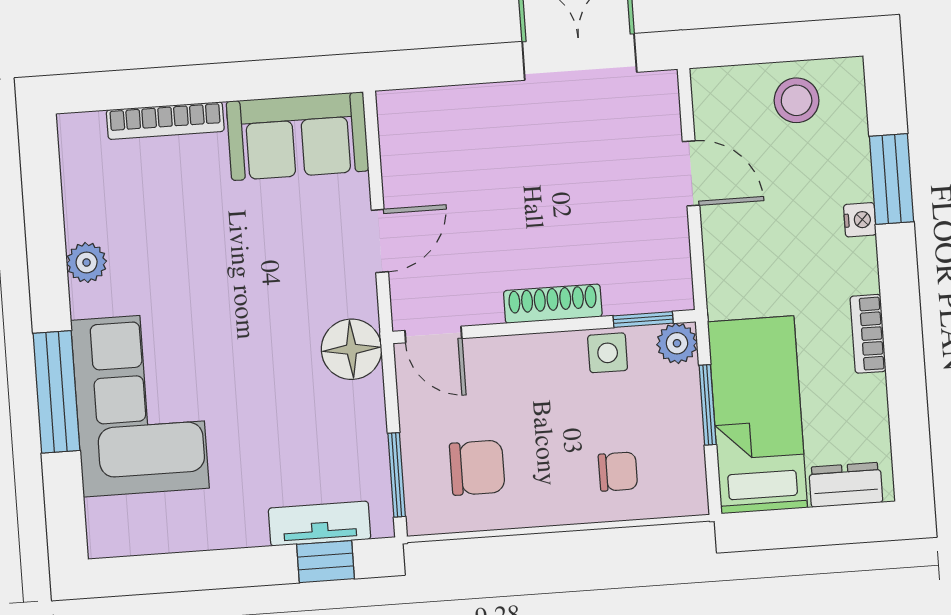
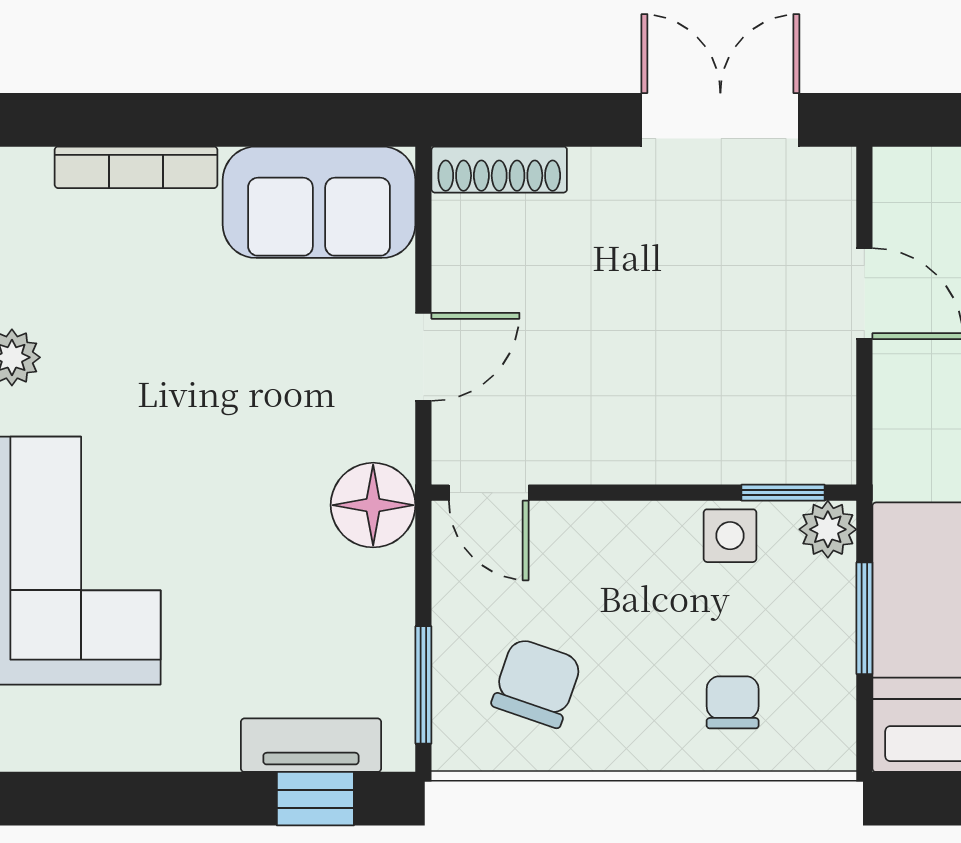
shoe rack: (553, 304) -> (499, 170), moved, turned 180
chair: (477, 468) -> (537, 683), turned -71
chair: (618, 472) -> (733, 702), turned -90

